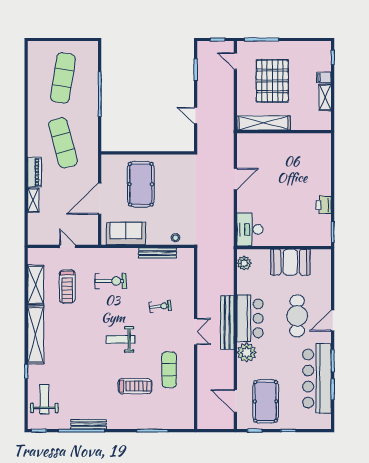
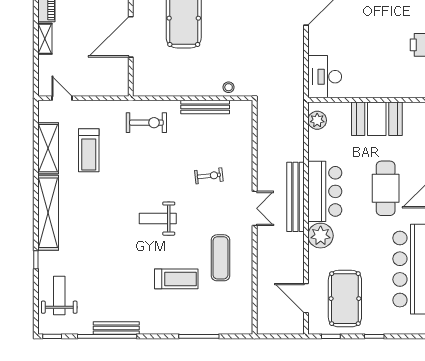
sofa: (126, 233) -> (165, 82), removed
door: (67, 246) -> (62, 98), moved
exercise bike: (111, 281) -> (146, 123), moved

